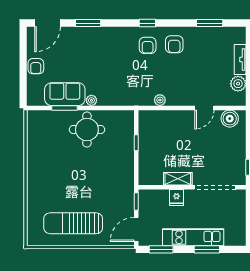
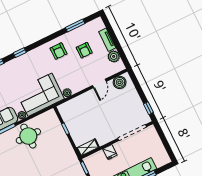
window: (147, 23) -> (20, 53), moved
armchair: (148, 45) -> (84, 50), moved
corner sofa: (126, 86) -> (40, 95), added
shelving: (178, 179) -> (88, 147), moved

